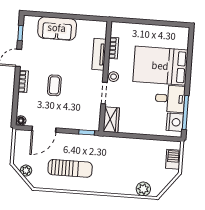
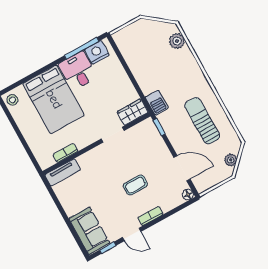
sofa: (57, 28) -> (89, 231), moved
tv unit: (99, 54) -> (63, 172), moved
stool: (114, 77) -> (13, 100), moved
barbecue: (173, 159) -> (157, 103), moved, turned -90

